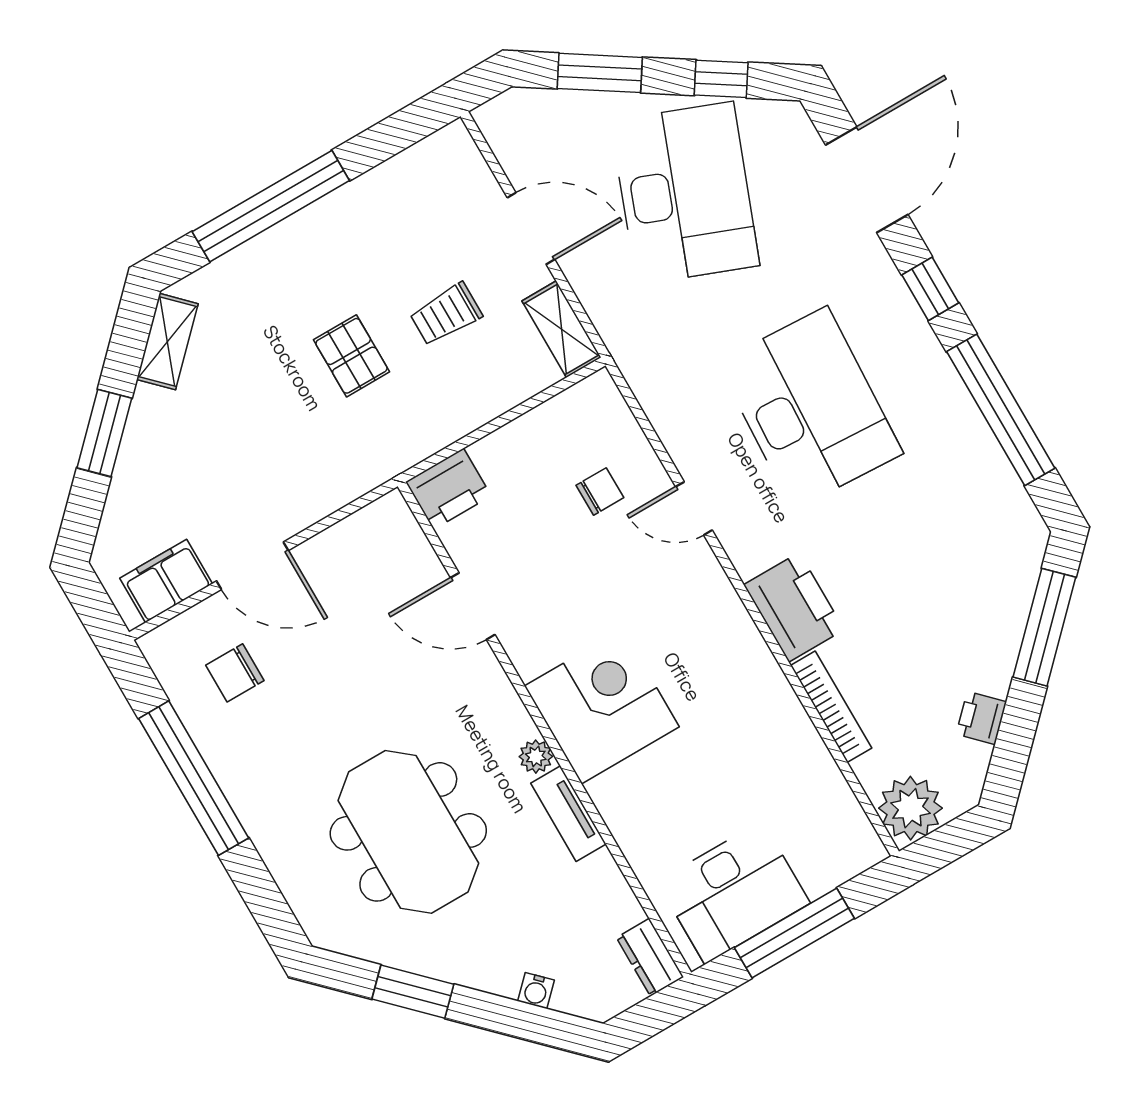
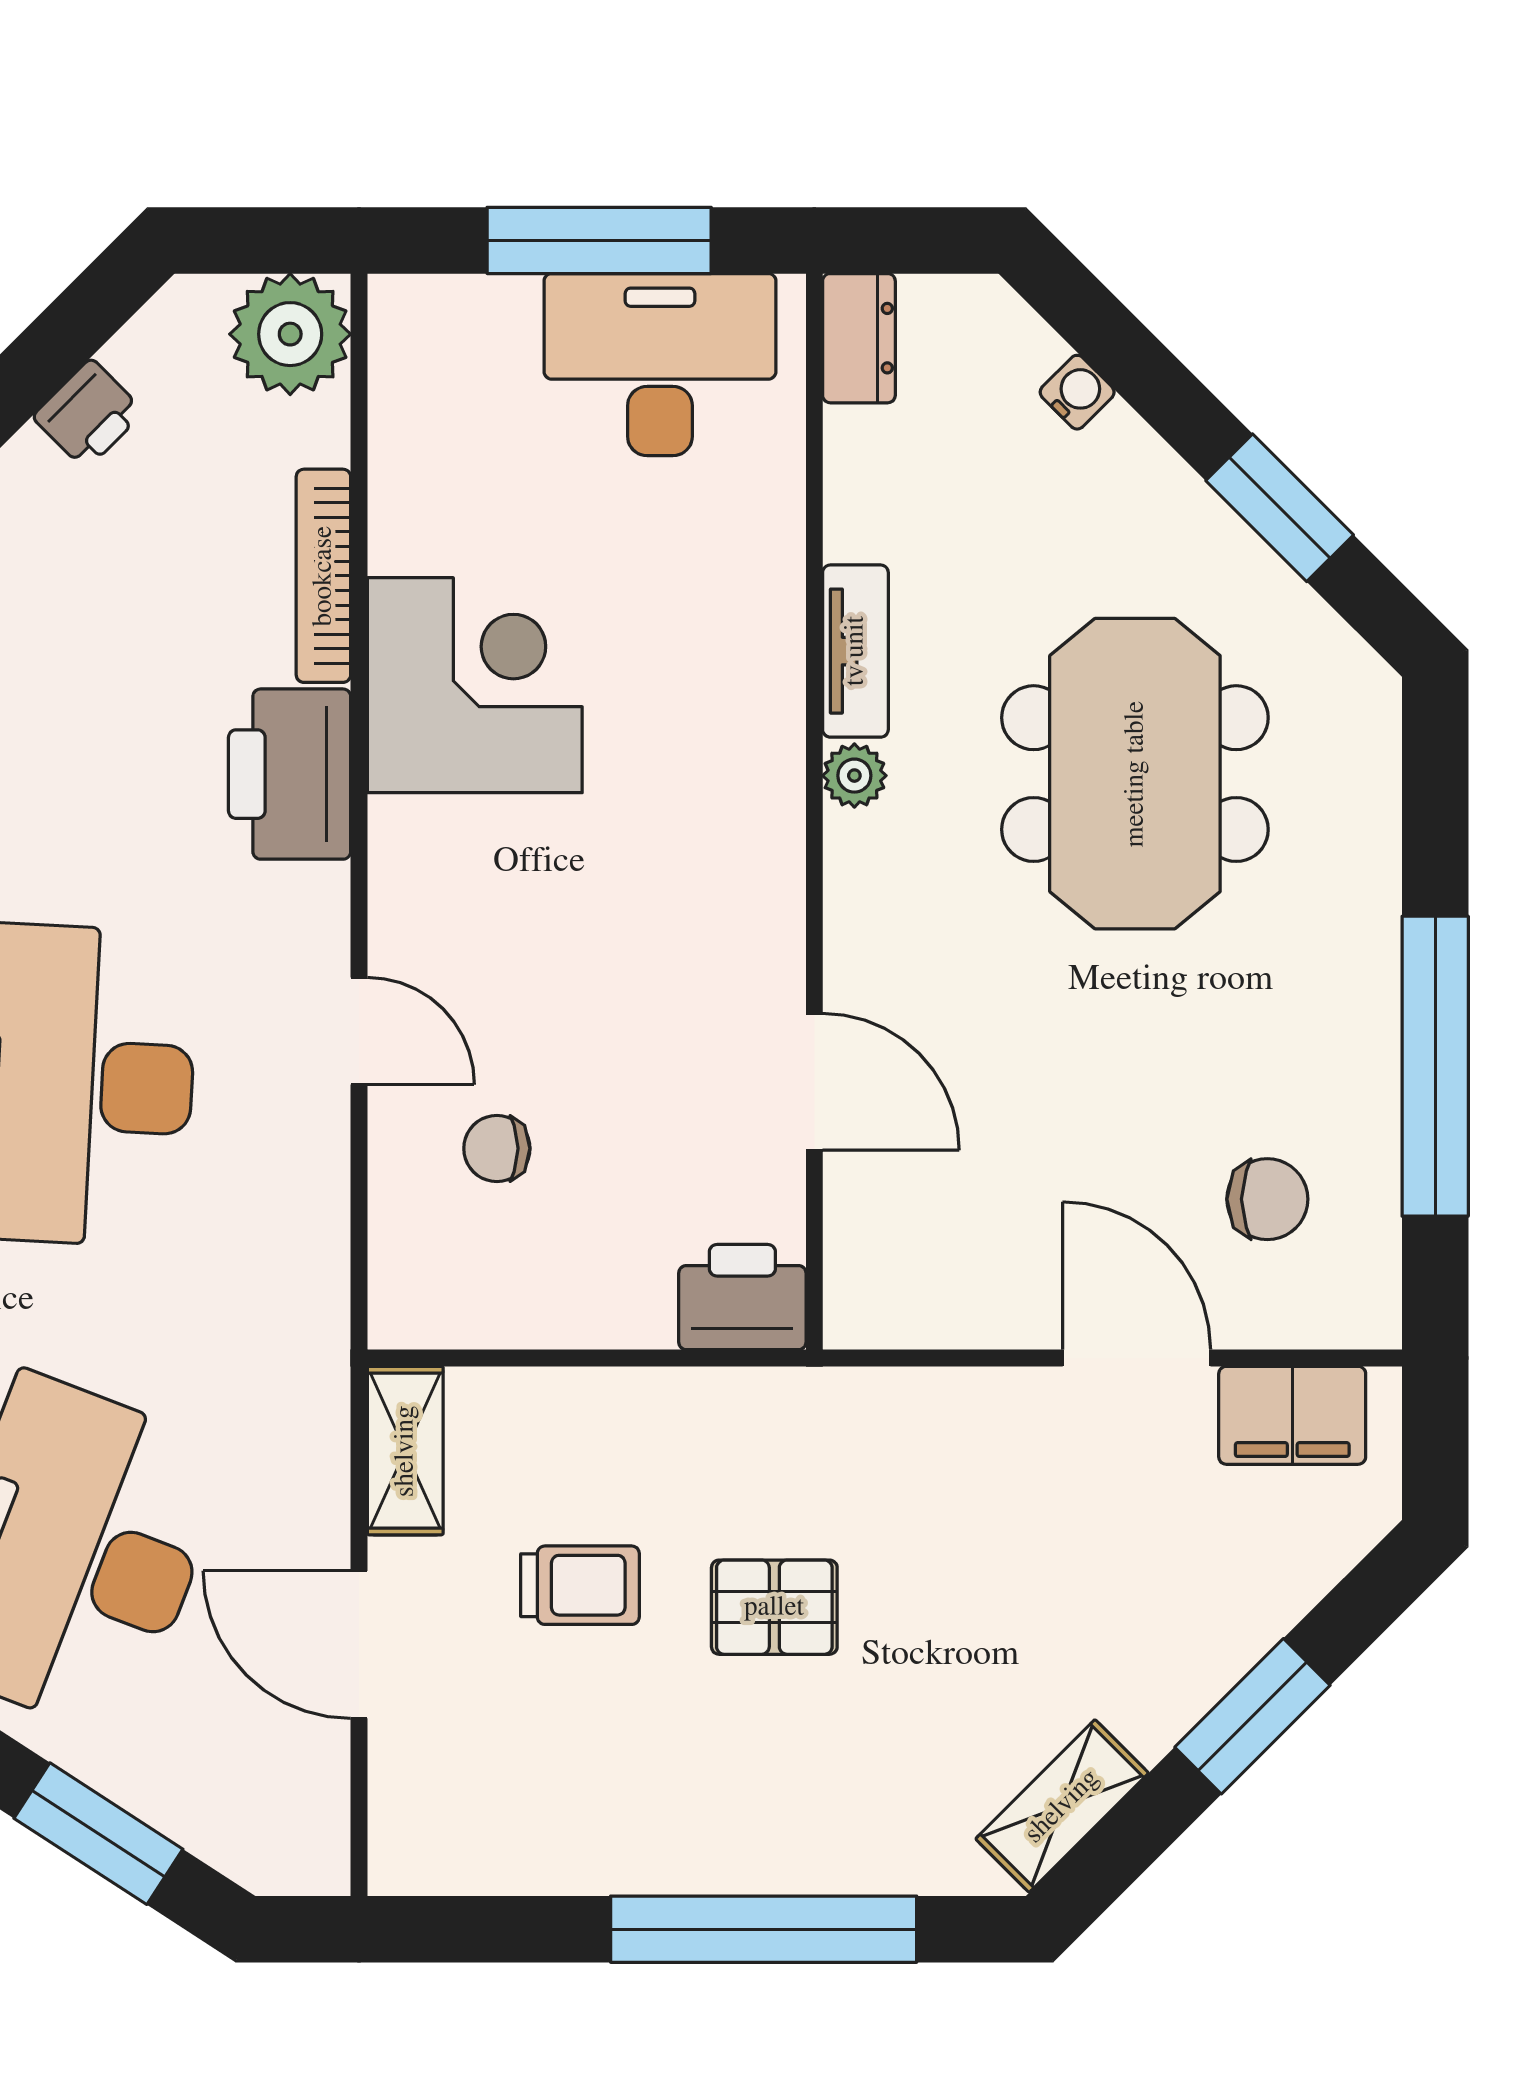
pallet: (351, 356) -> (774, 1607), turned 90
corner desk: (602, 706) -> (475, 685), moved, turned 180

